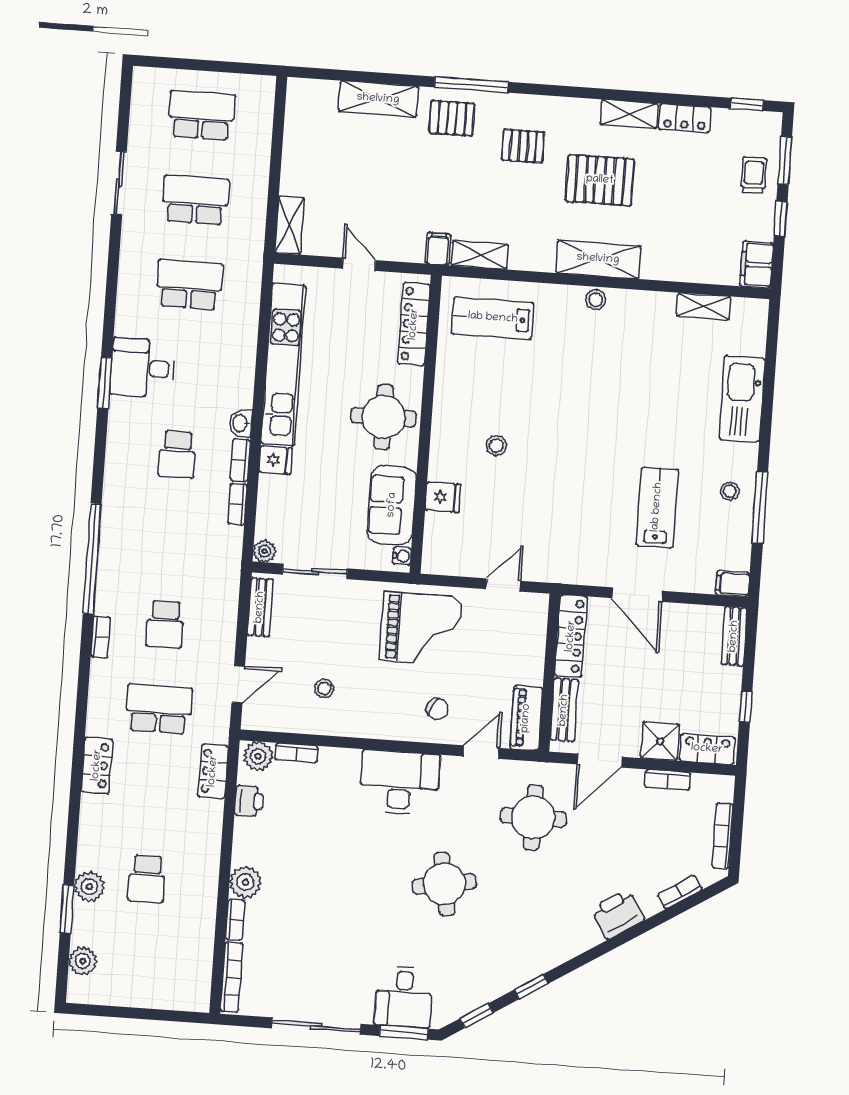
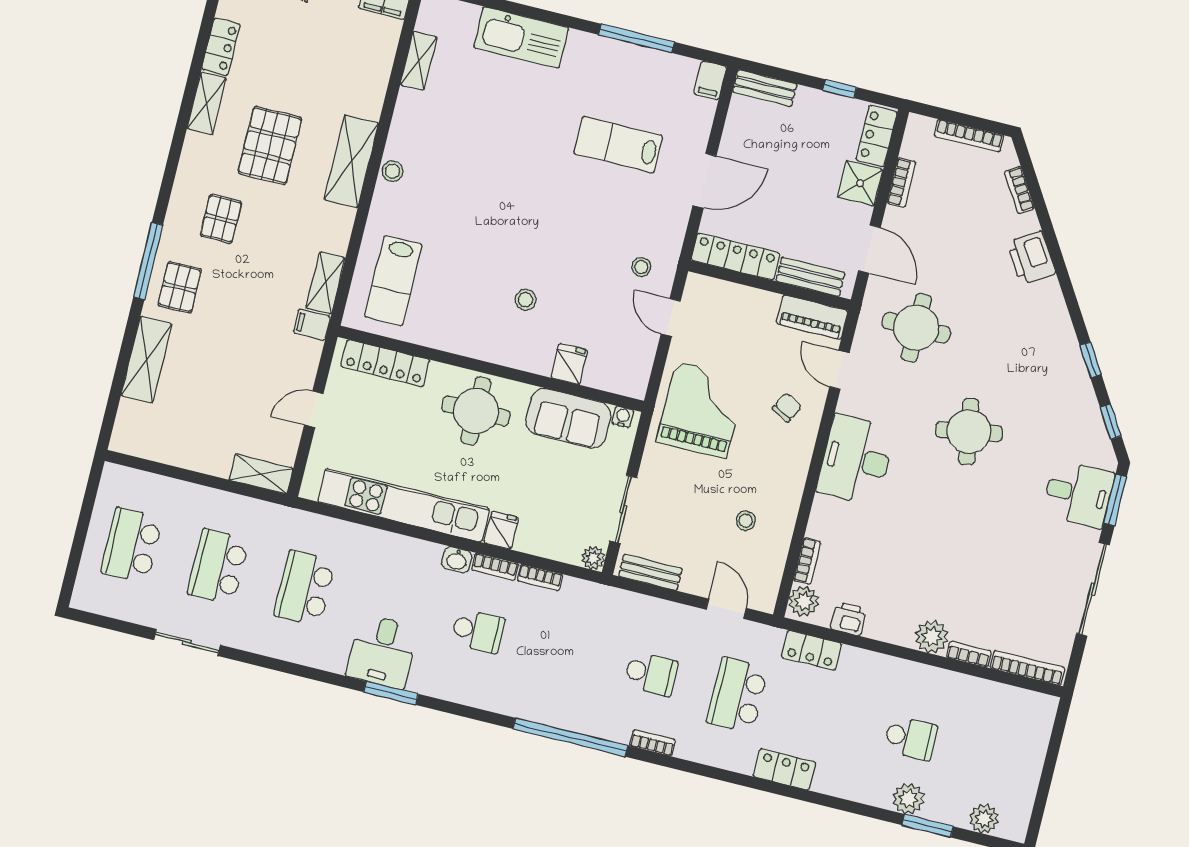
stool: (730, 491) -> (641, 267), moved

